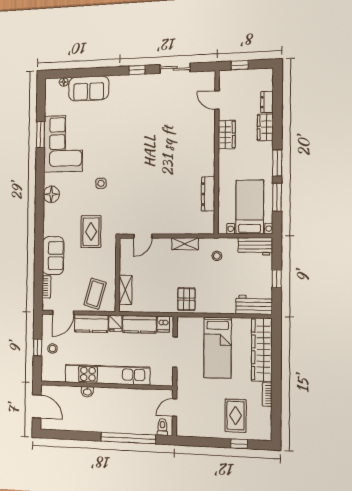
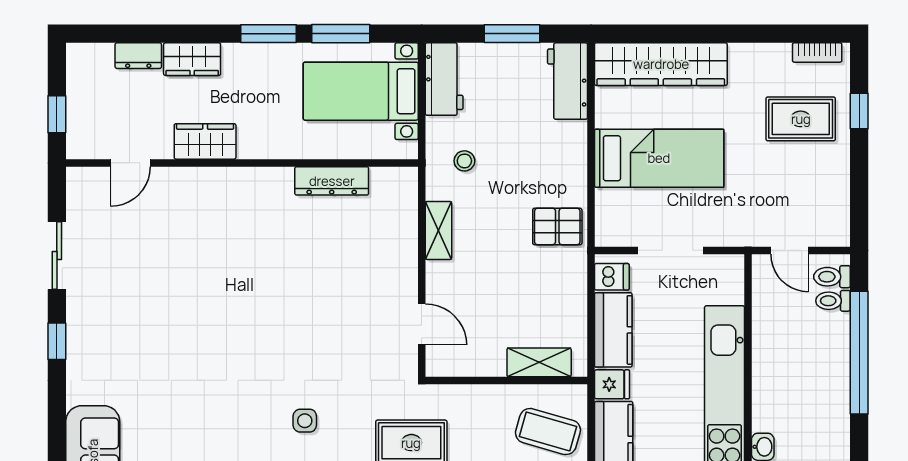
window: (277, 279) -> (512, 34), width x1.50
bookcase: (267, 395) -> (817, 53), moved
toilet: (152, 427) -> (833, 301), added

